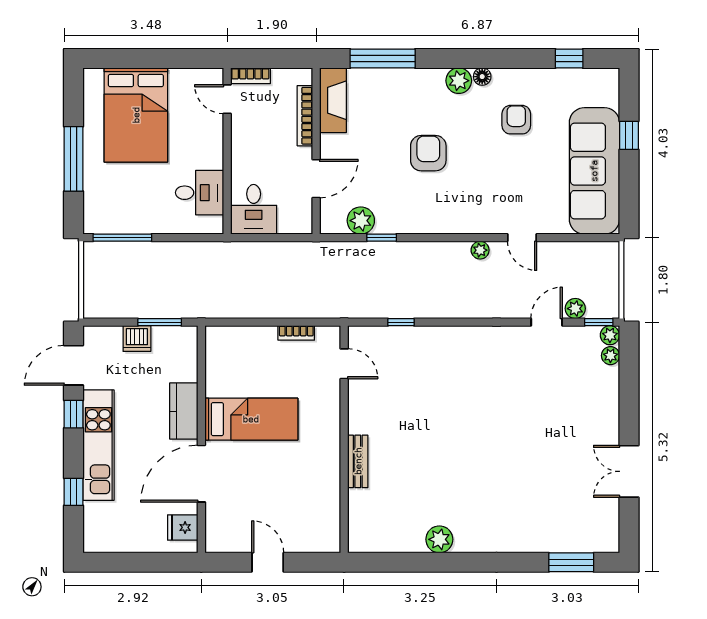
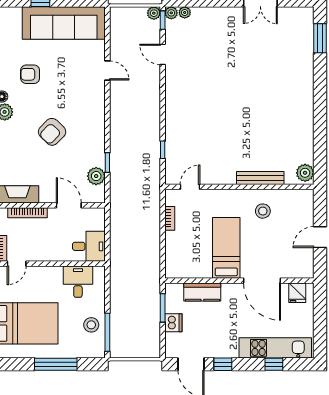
armchair: (428, 153) -> (52, 132), turned -46
stool: (134, 213) -> (91, 325), added
door: (522, 238) -> (107, 70), hinge flipped
plant: (480, 250) -> (116, 98), removed
plant: (575, 309) -> (154, 13), moved
kitchen counter: (184, 411) -> (202, 292), moved
kitchen unit: (98, 445) -> (275, 348), moved
bench: (358, 461) -> (260, 178), width x1.36
stool: (307, 475) -> (263, 211), added
plant: (439, 539) -> (305, 173), moved

